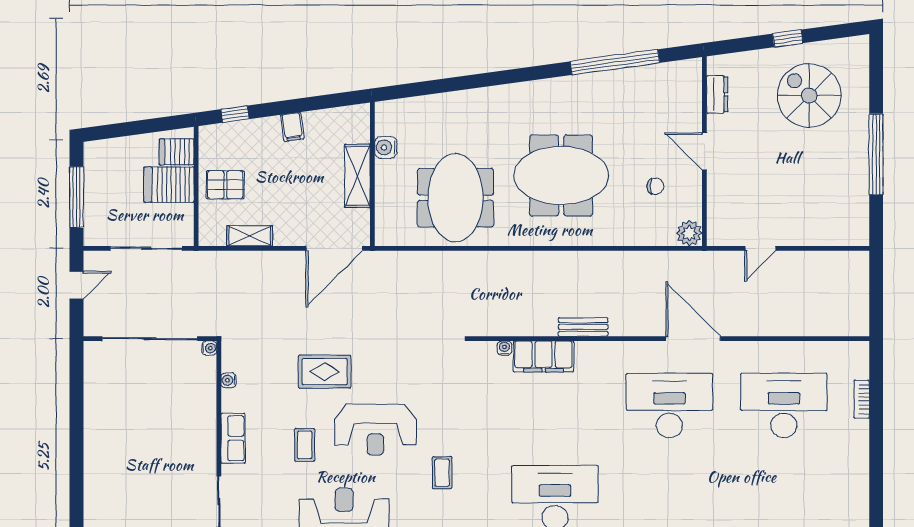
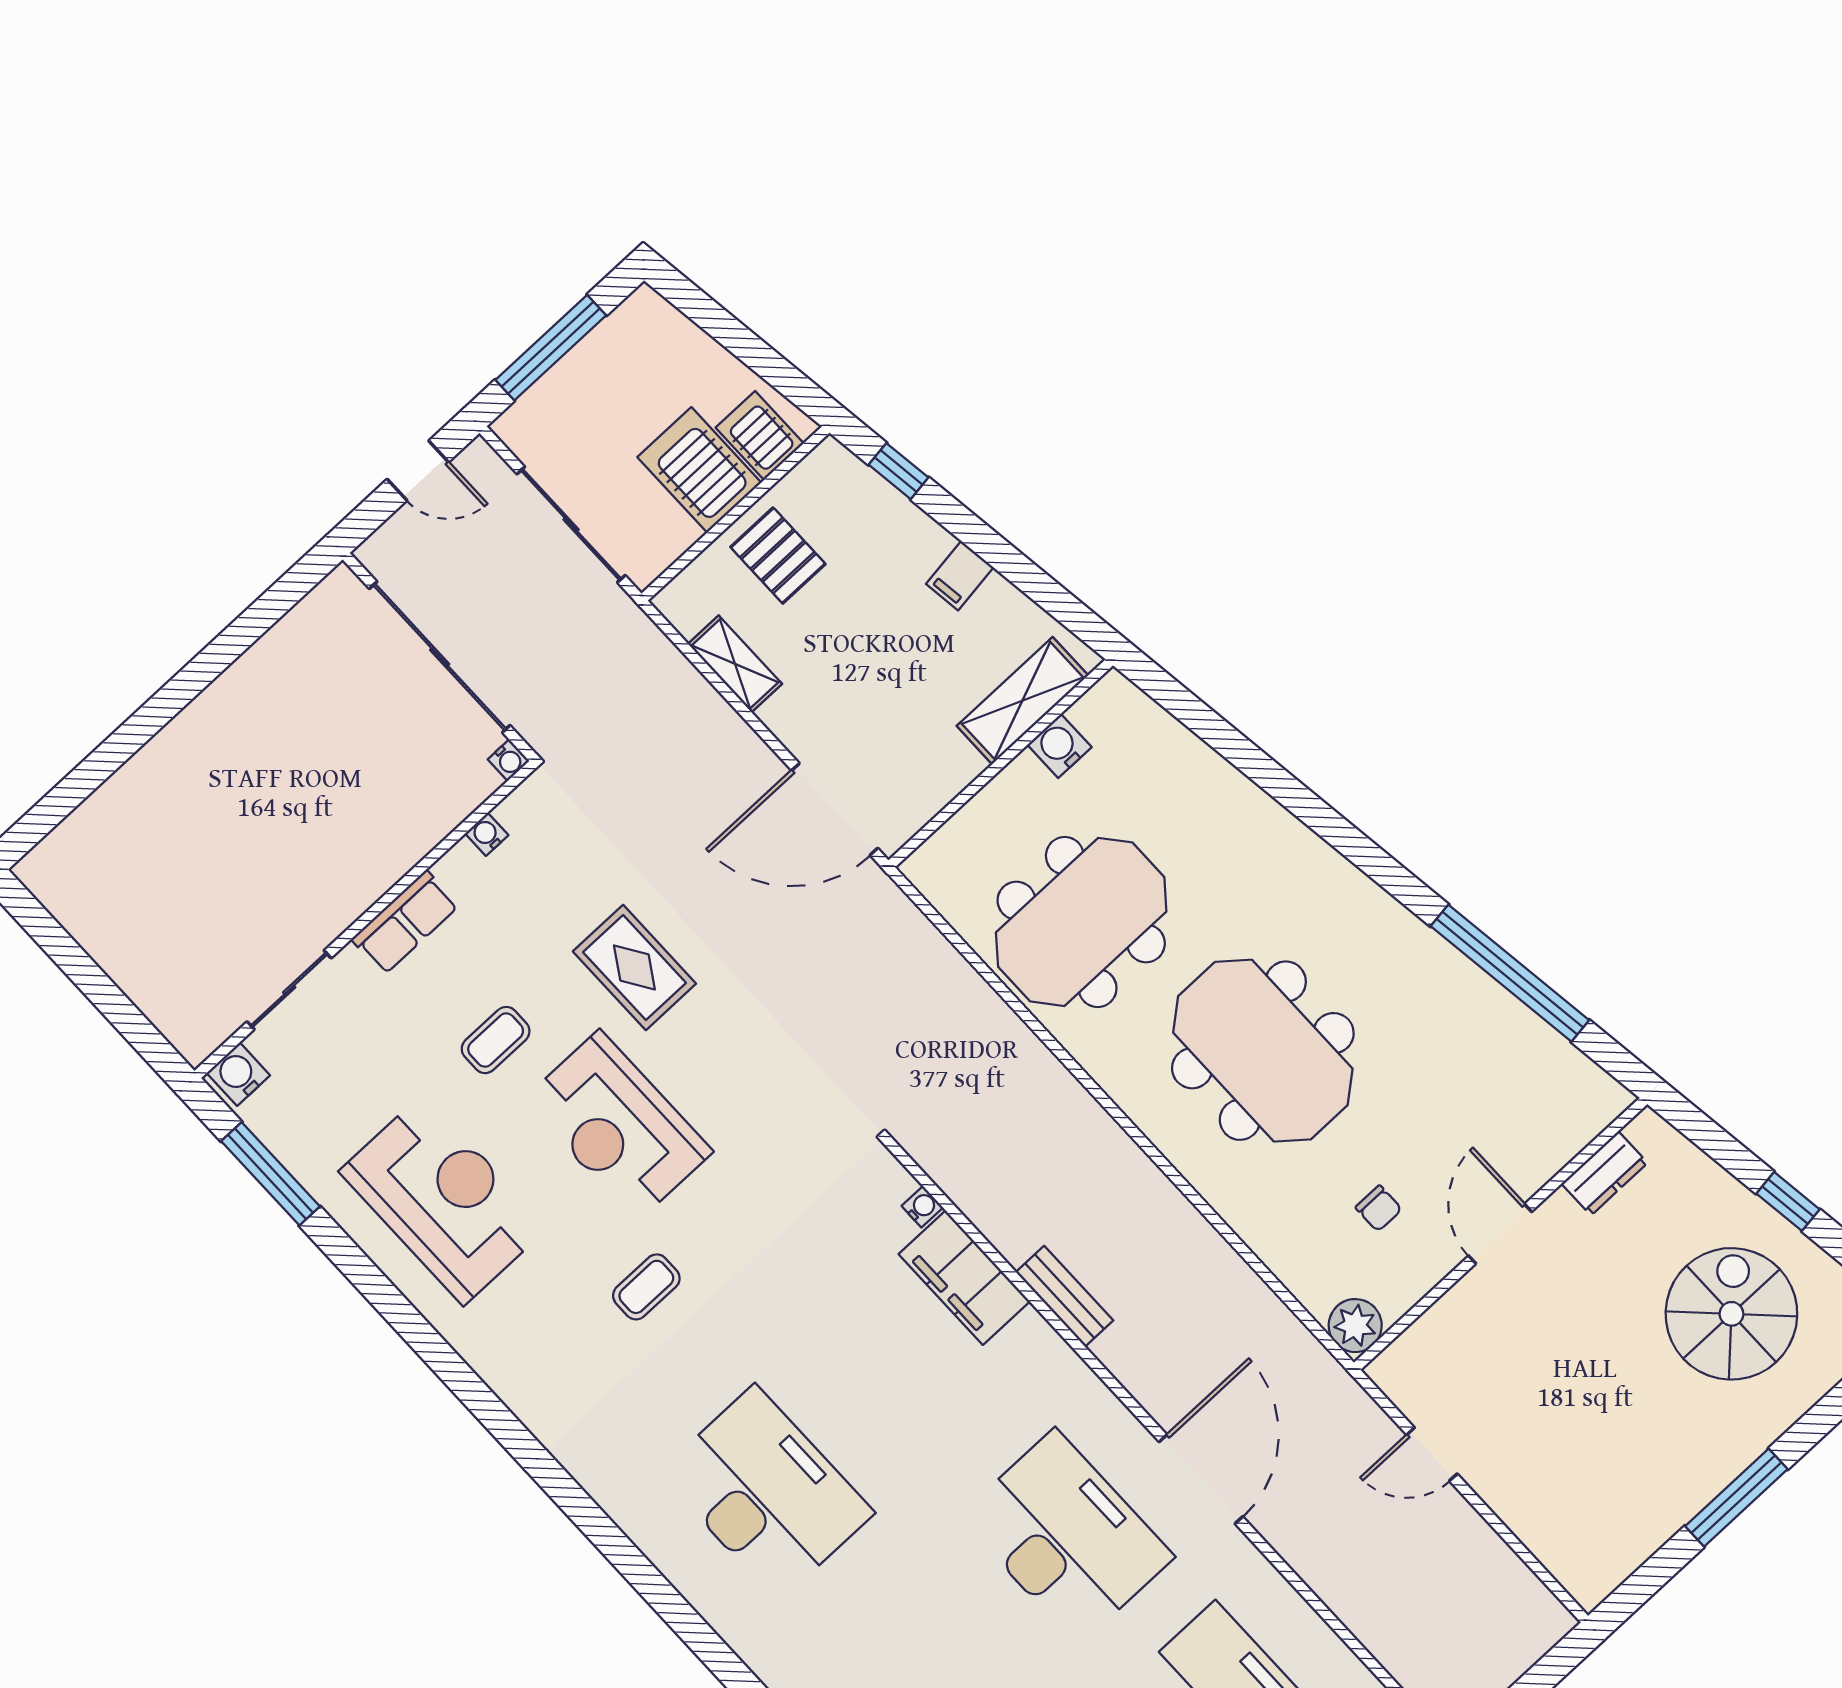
window: (876, 154) -> (1736, 1498), width x0.68
shelving: (357, 176) -> (1022, 701), moved

